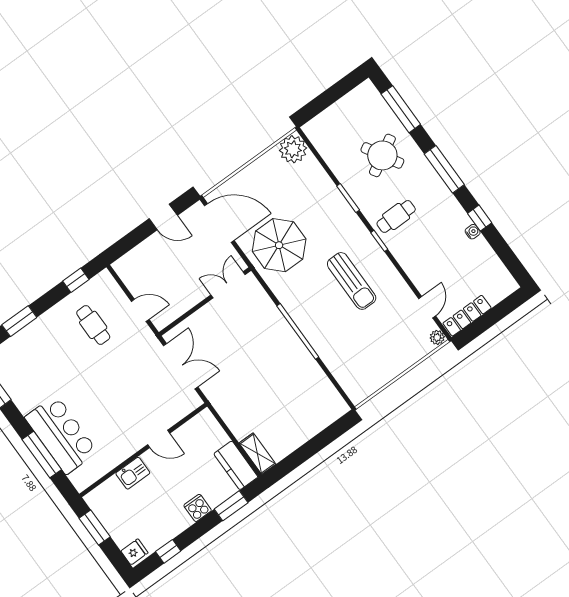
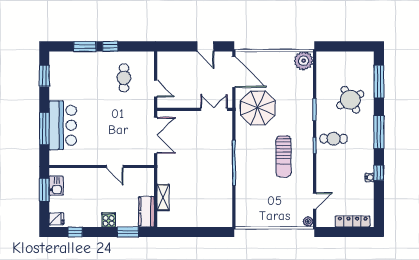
window: (76, 280) -> (110, 46), moved
locker: (467, 316) -> (353, 221), moved
shelving: (257, 454) -> (163, 197), moved
kitchen sink: (133, 473) -> (56, 186), moved, turned -90

